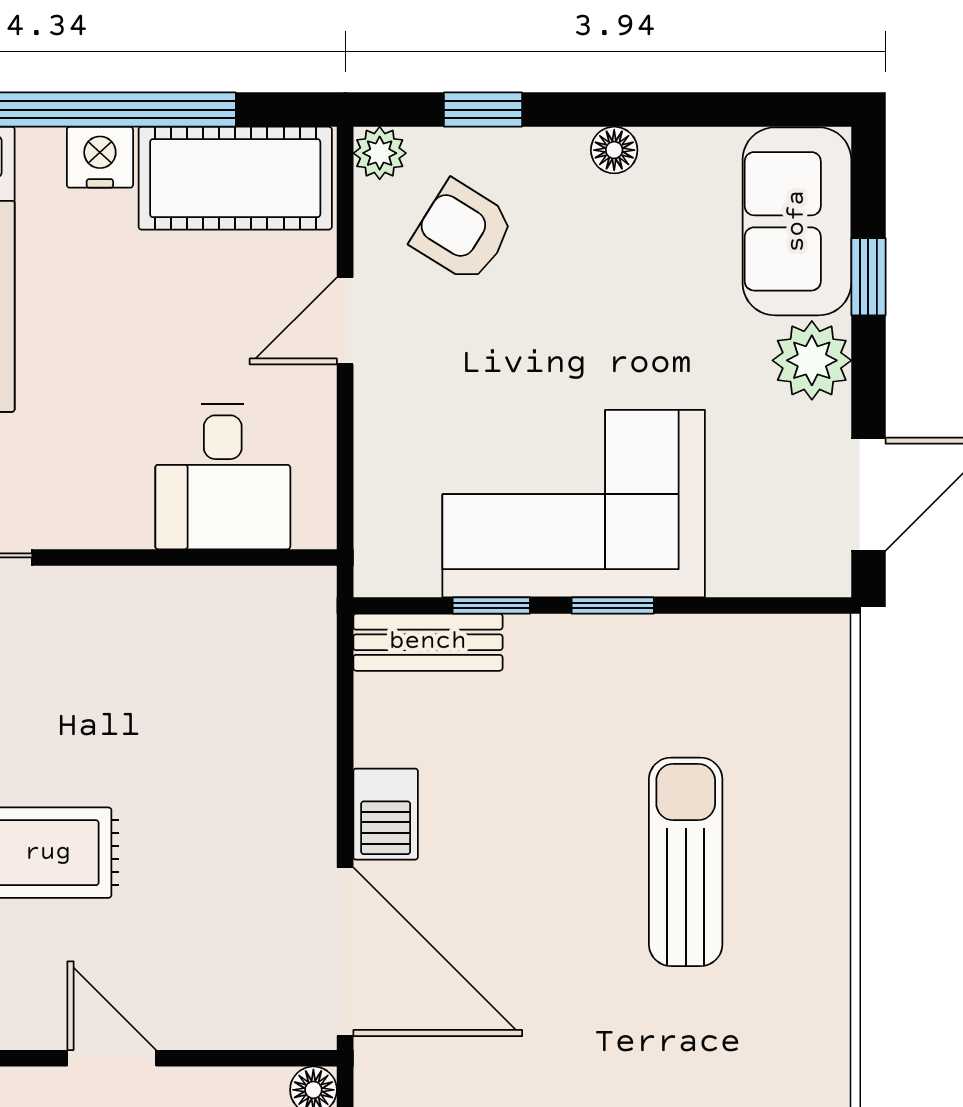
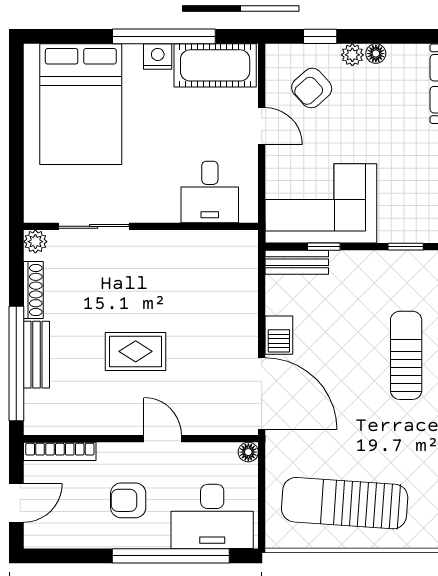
plant: (380, 153) -> (352, 55), moved
armchair: (463, 231) -> (312, 88), turned -74
door: (345, 321) -> (262, 126), swing flipped
corner sofa: (574, 504) -> (321, 203), moved
window: (613, 606) -> (406, 247), moved

